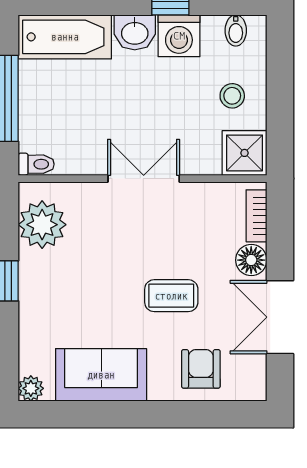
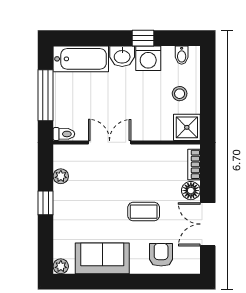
double door: (144, 179) -> (110, 142), moved
plant: (42, 225) -> (61, 176), width x0.53, depth x0.53

